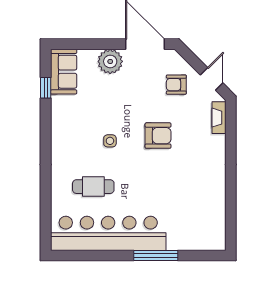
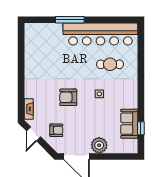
sofa: (64, 72) -> (129, 124), moved

